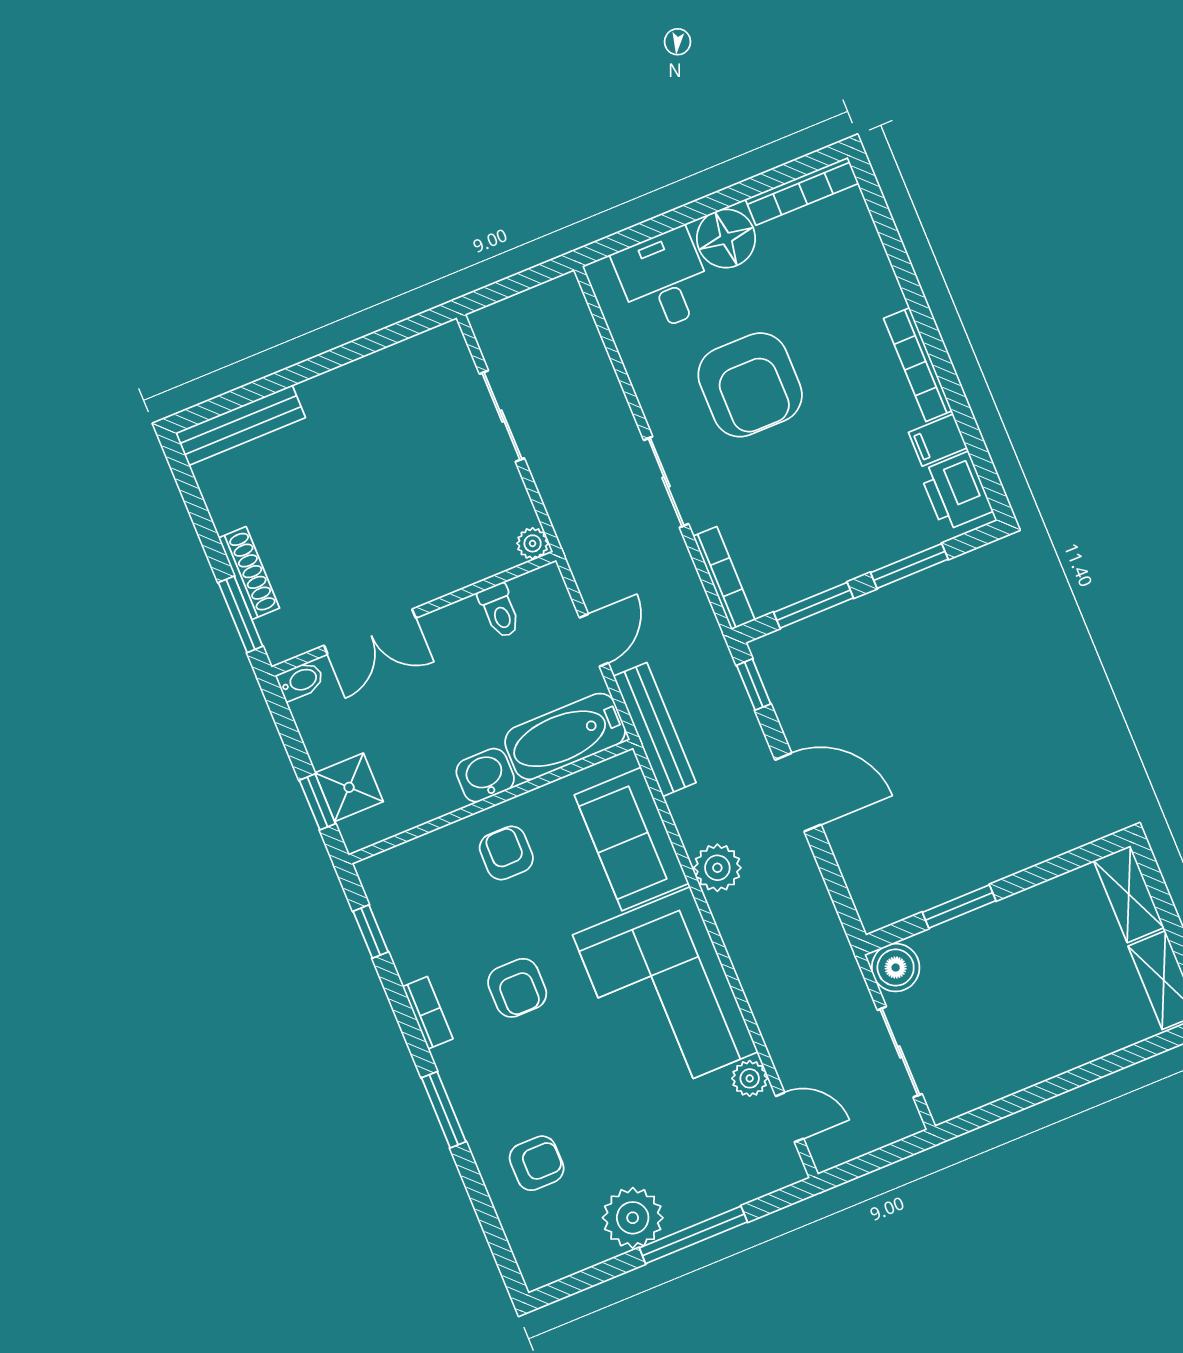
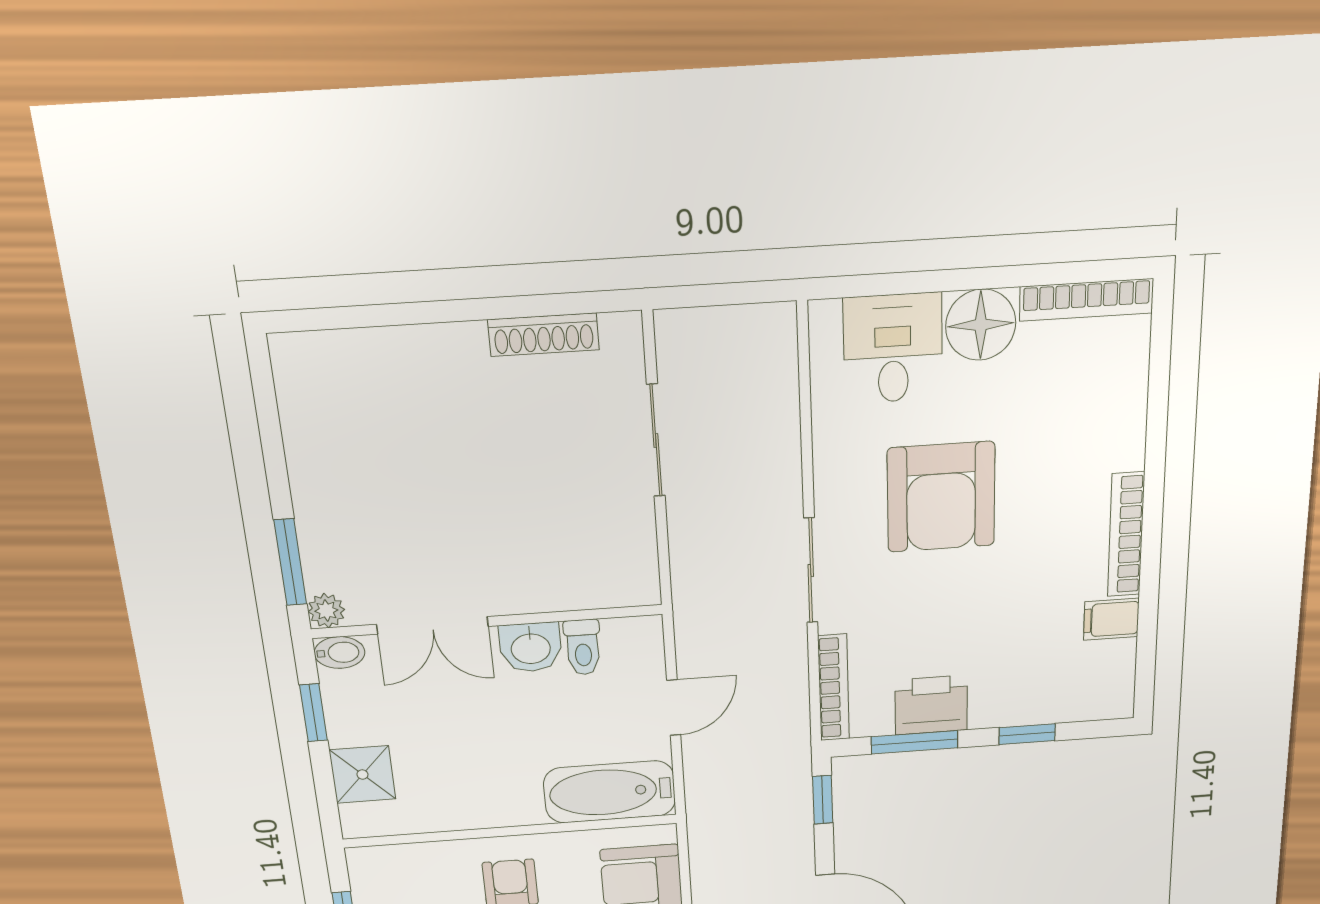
bench: (241, 425) -> (348, 350), removed
printer: (956, 491) -> (931, 705), moved, turned 90
plant: (533, 543) -> (326, 611), moved
window: (909, 566) -> (1027, 734), width x0.67
shoe rack: (249, 573) -> (544, 335), moved, turned 90
bench: (655, 729) -> (705, 812), removed
washbasin: (485, 775) -> (531, 647), moved, turned 180
window: (317, 802) -> (313, 713), moved

